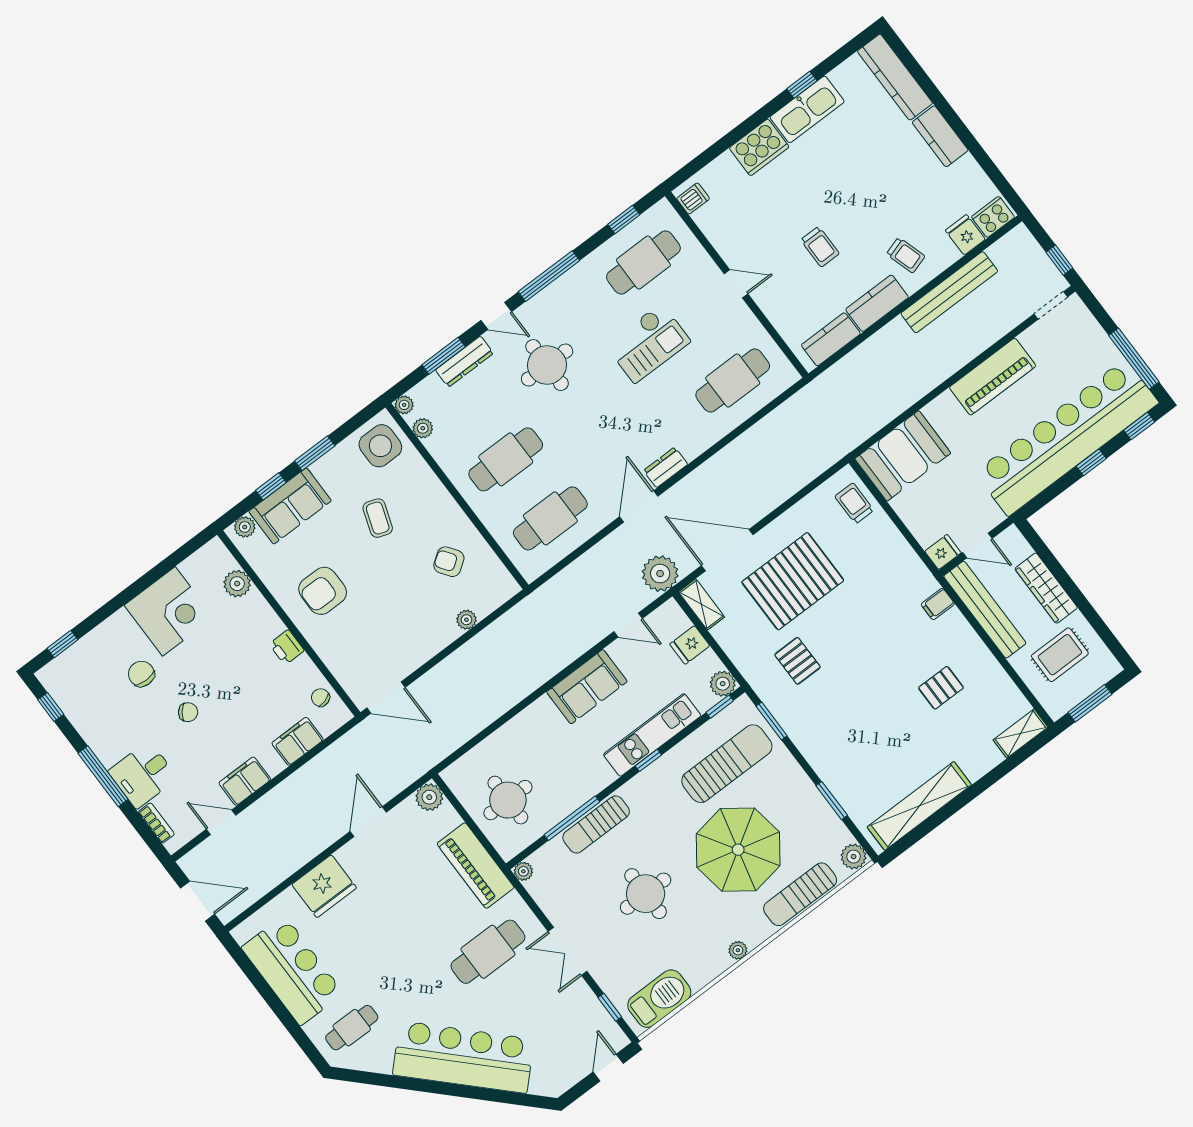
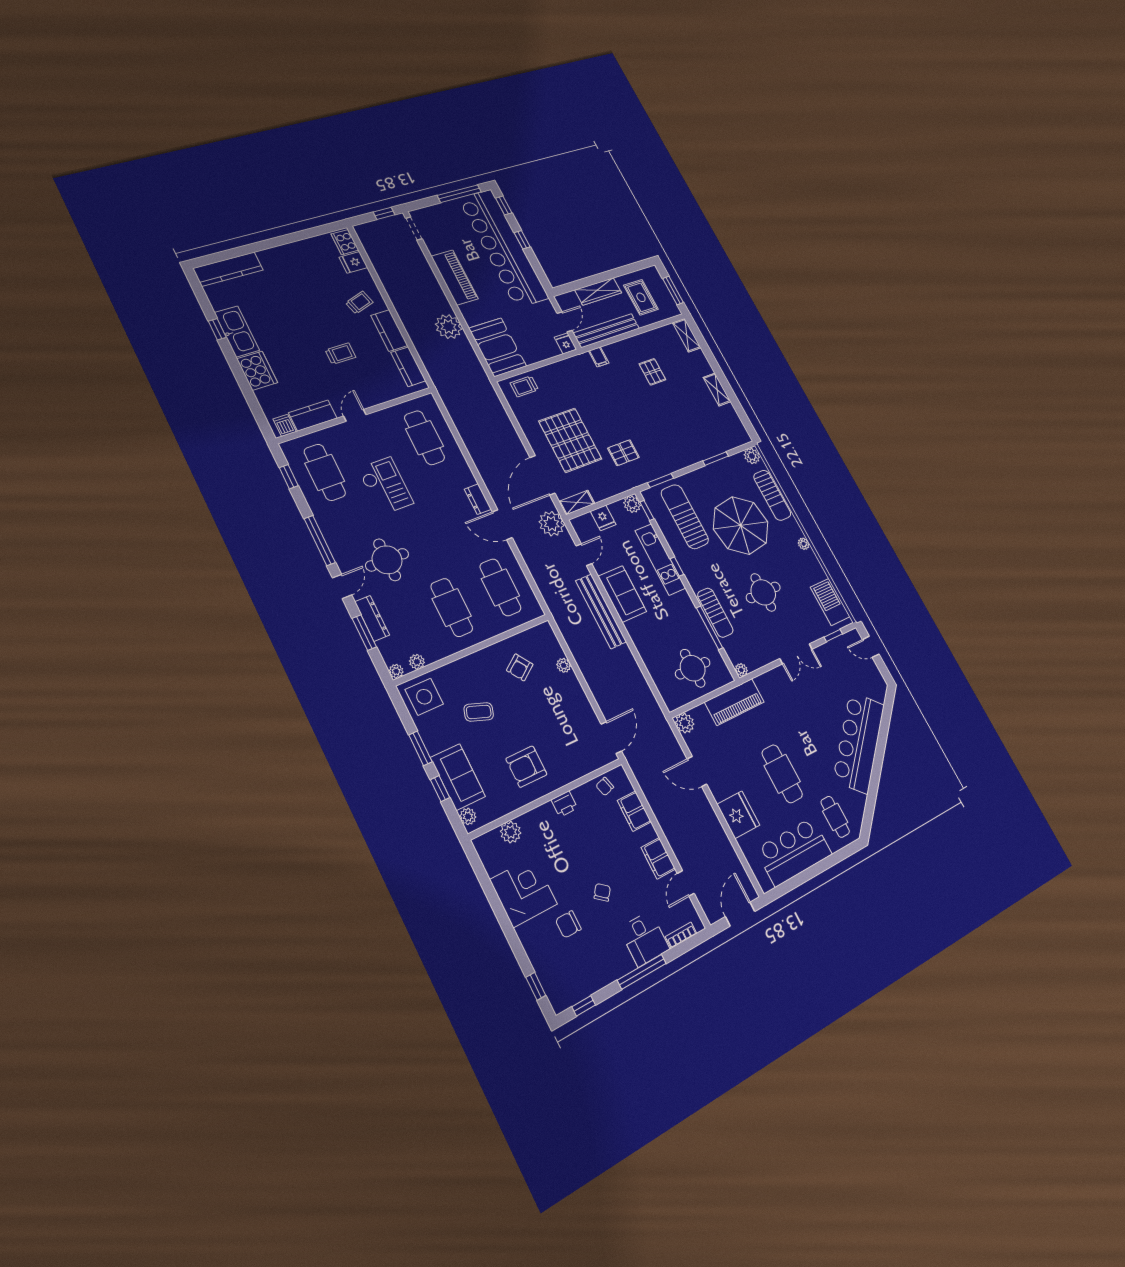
kitchen counter: (940, 136) -> (313, 415), moved, turned 180
bench: (949, 292) -> (601, 611), moved
plant: (911, 382) -> (449, 327), added
armchair: (323, 591) -> (526, 767), turned 90
shelving: (919, 806) -> (717, 389), width x0.45, depth x0.75
cafe table: (488, 952) -> (782, 774), moved

